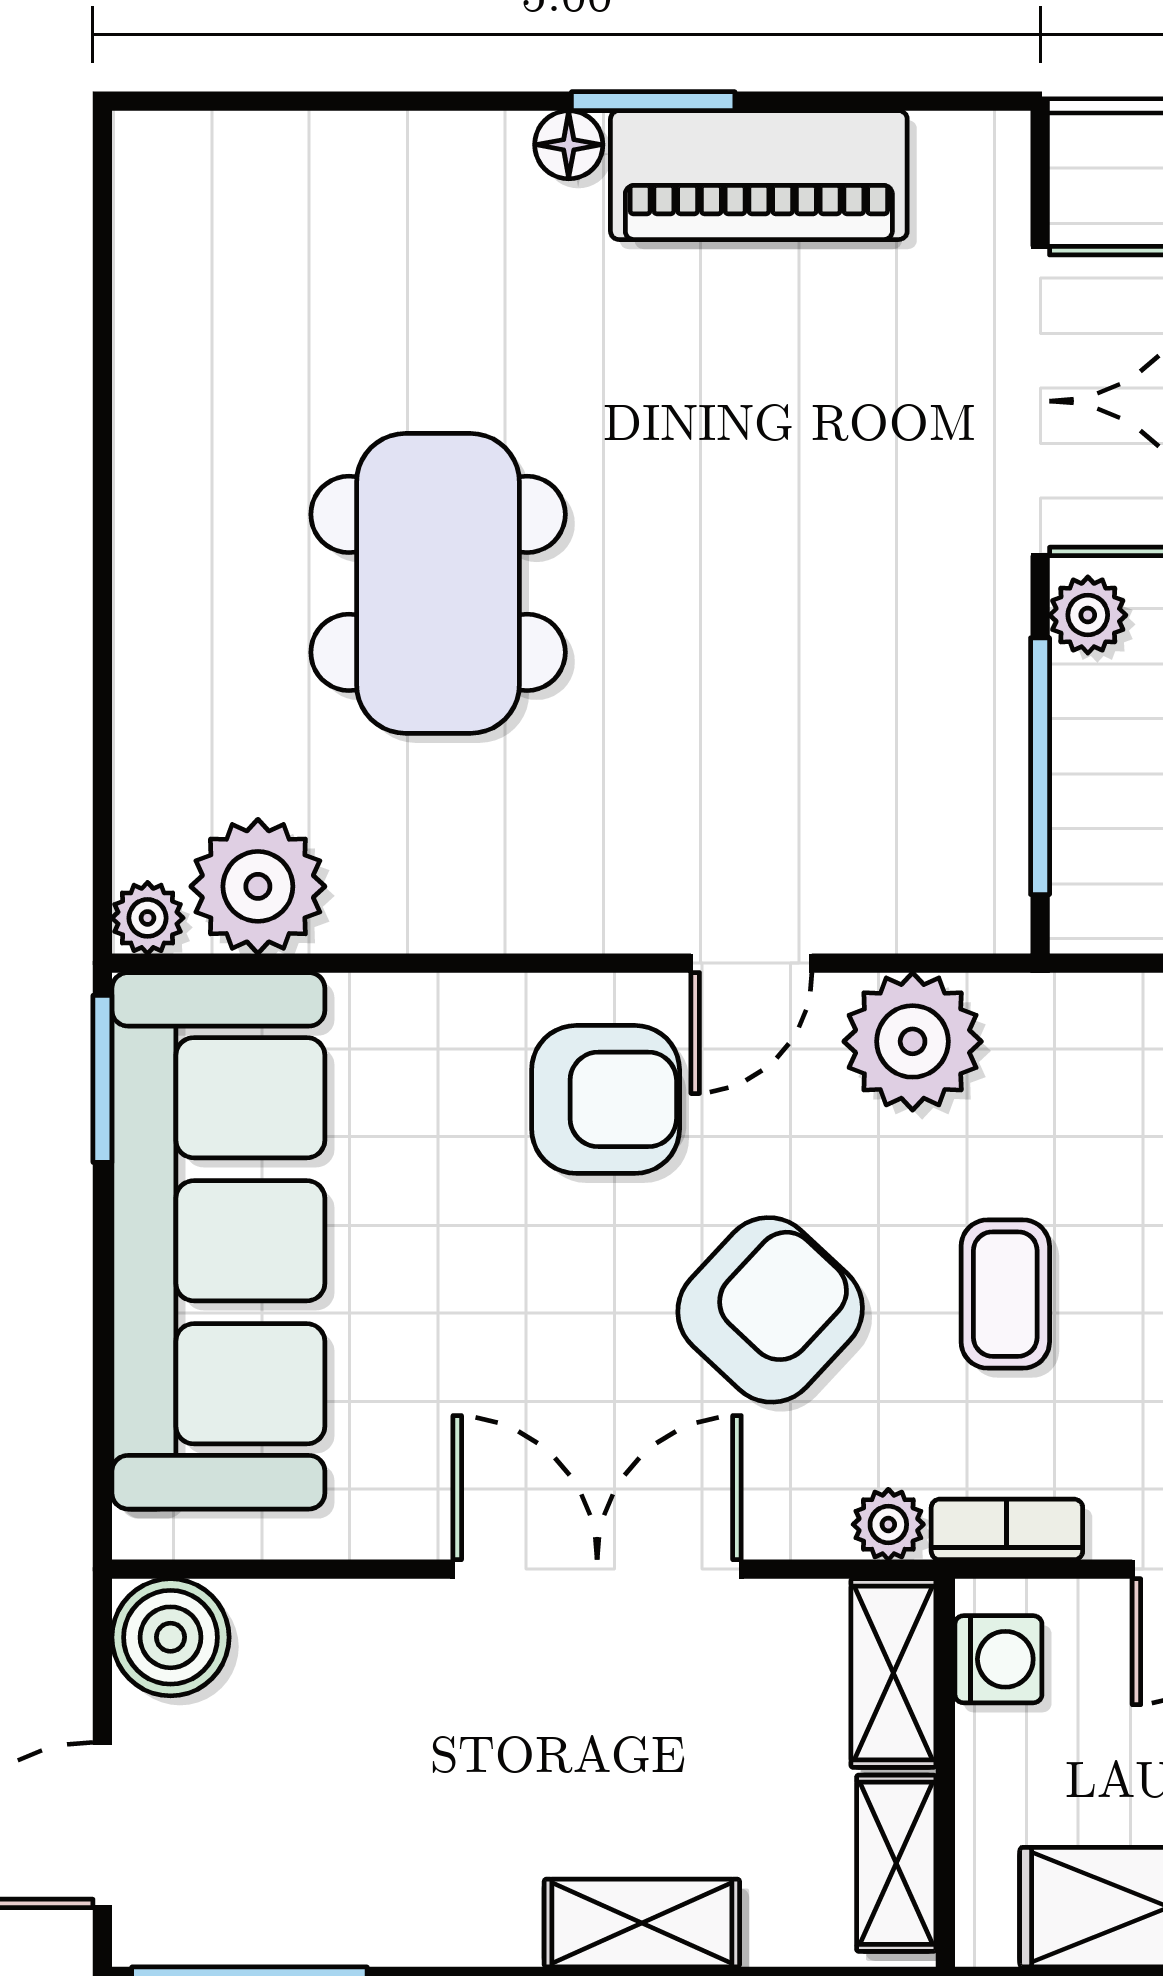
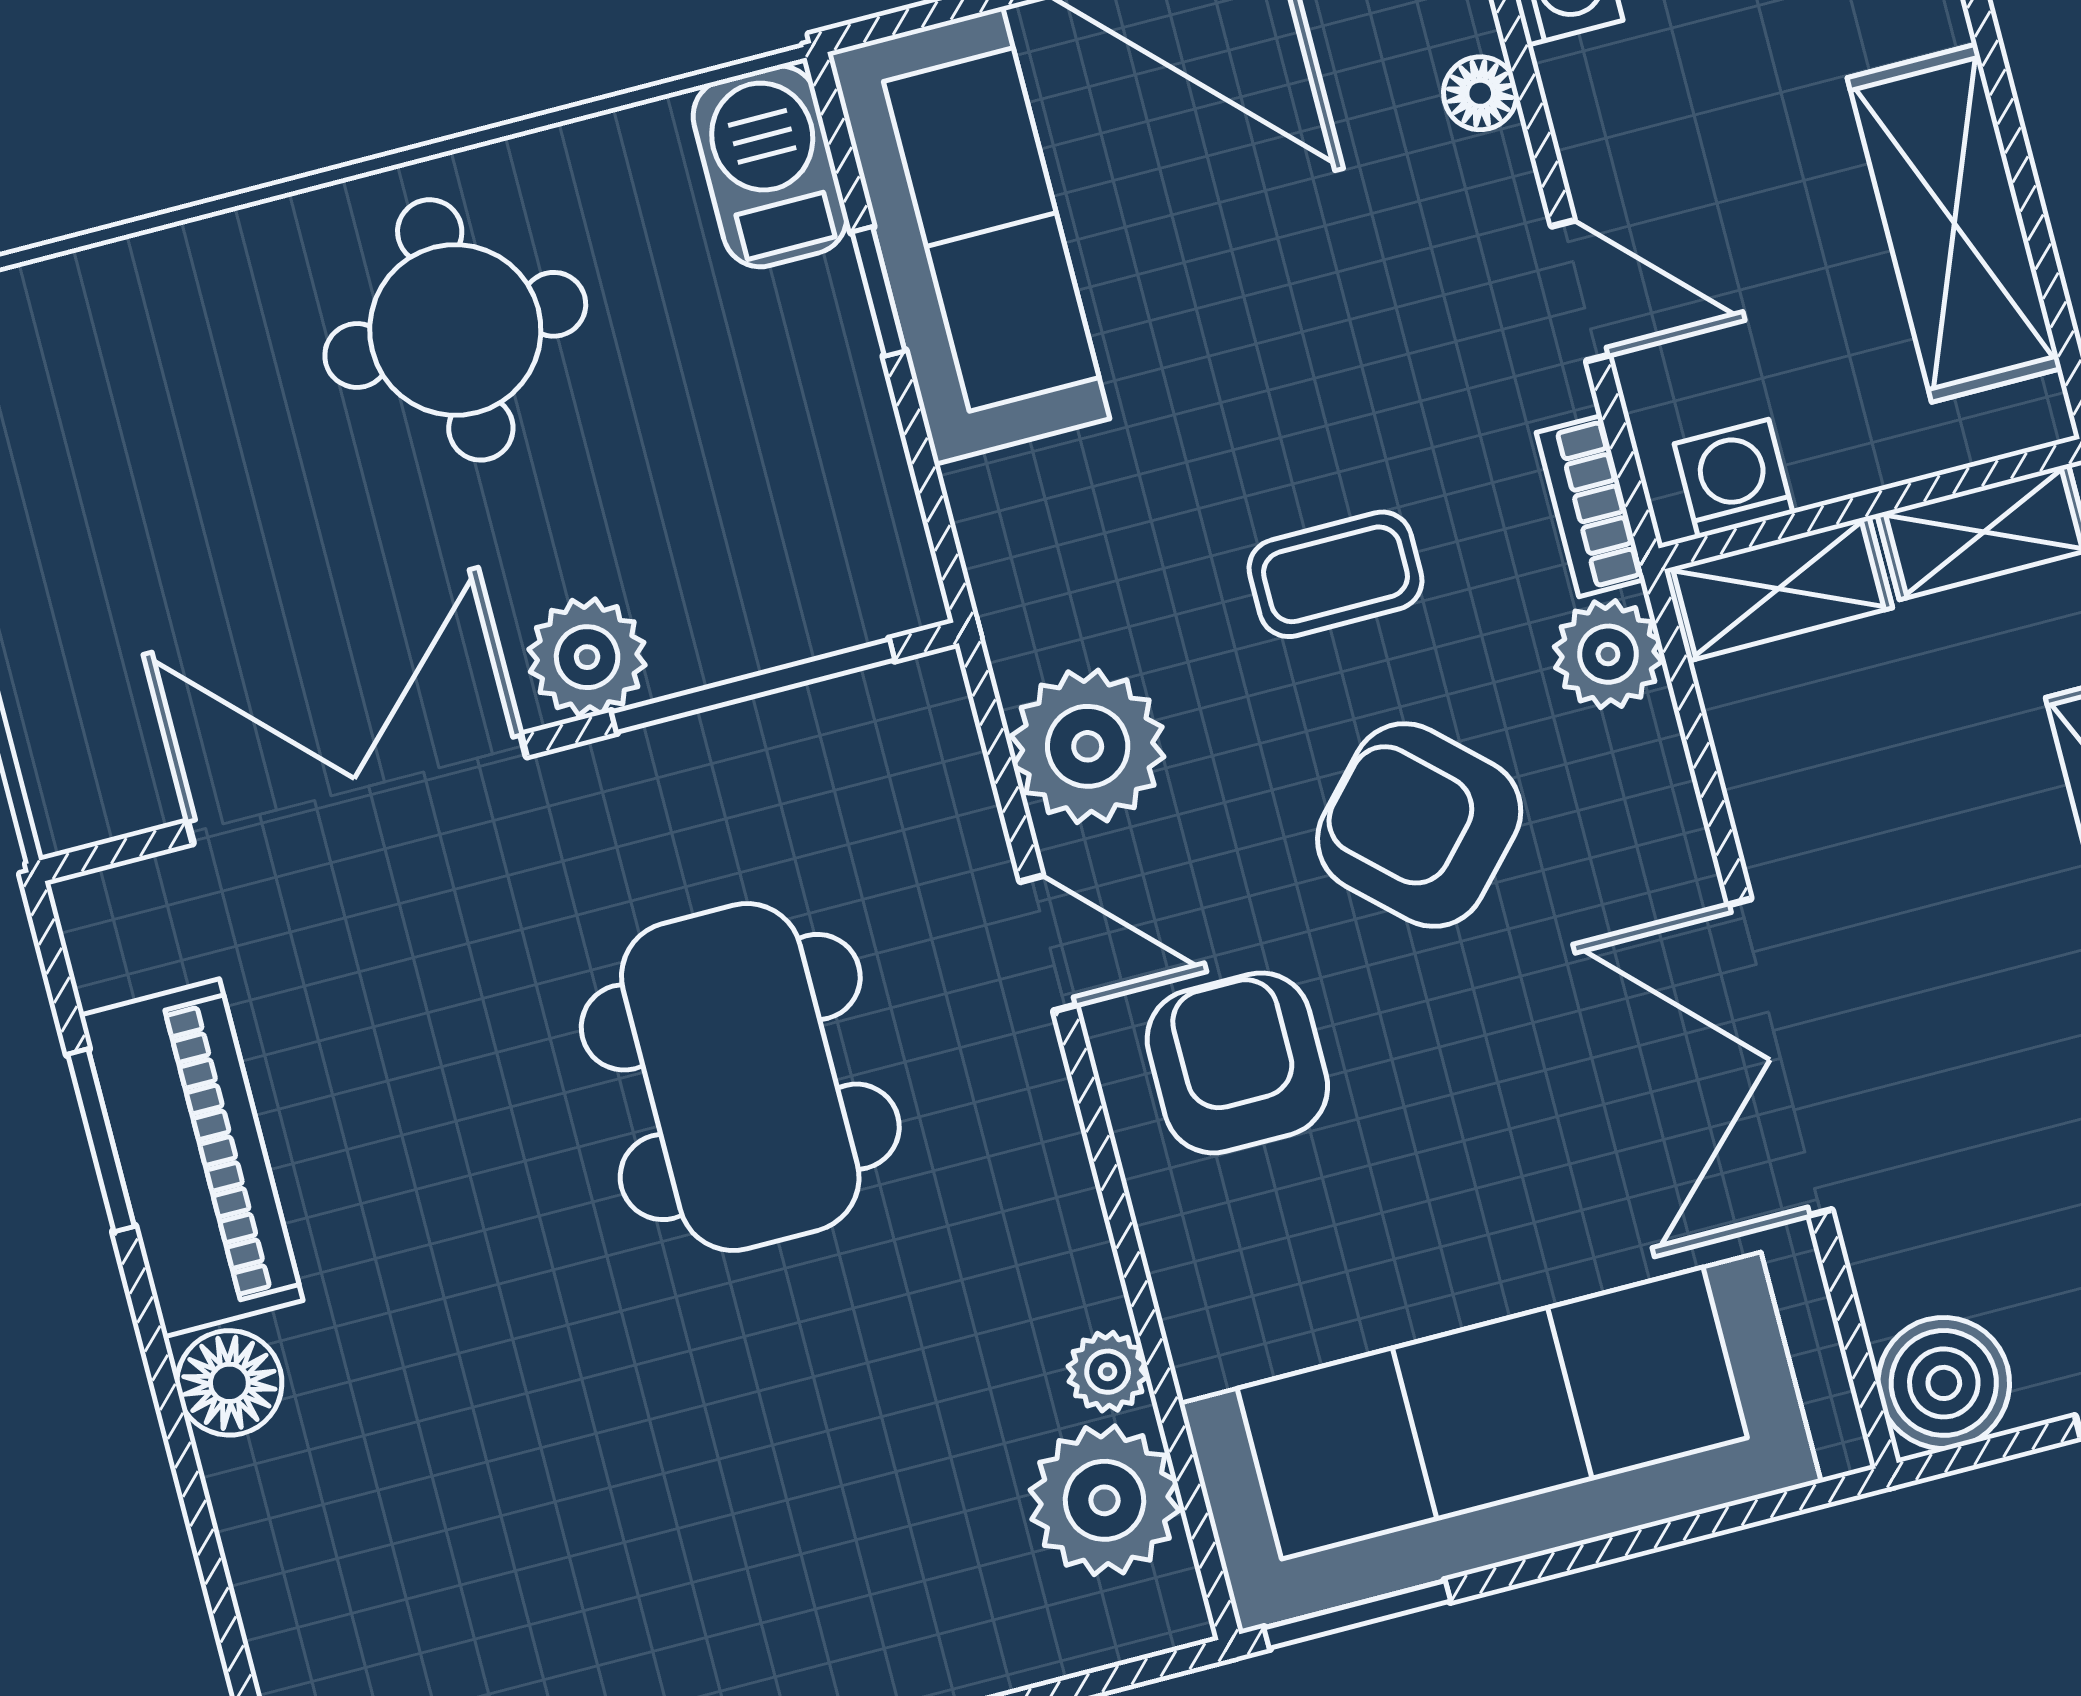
window: (653, 101) -> (101, 1140), moved
floor lamp: (569, 145) -> (229, 1383), width x1.37, depth x1.37
dining table: (438, 583) -> (740, 1077), moved, turned 90
plant: (1088, 615) -> (587, 657), width x1.38, depth x1.38
plant: (148, 918) -> (1108, 1372), moved
plant: (888, 1524) -> (1608, 654), width x1.38, depth x1.38
double door: (597, 1569) -> (1780, 1057), moved

